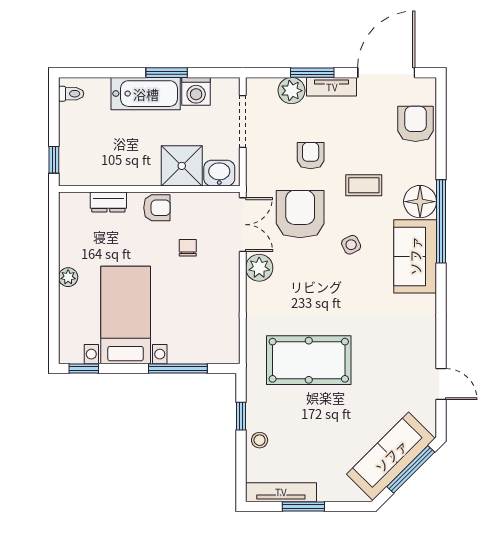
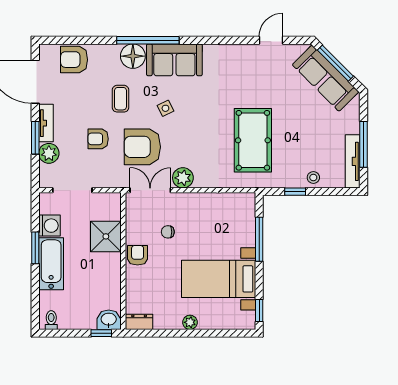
washbasin: (219, 173) -> (109, 320), moved, turned 90
dresser: (108, 202) -> (139, 322), moved, turned -90
window: (303, 506) -> (363, 144), width x1.44

